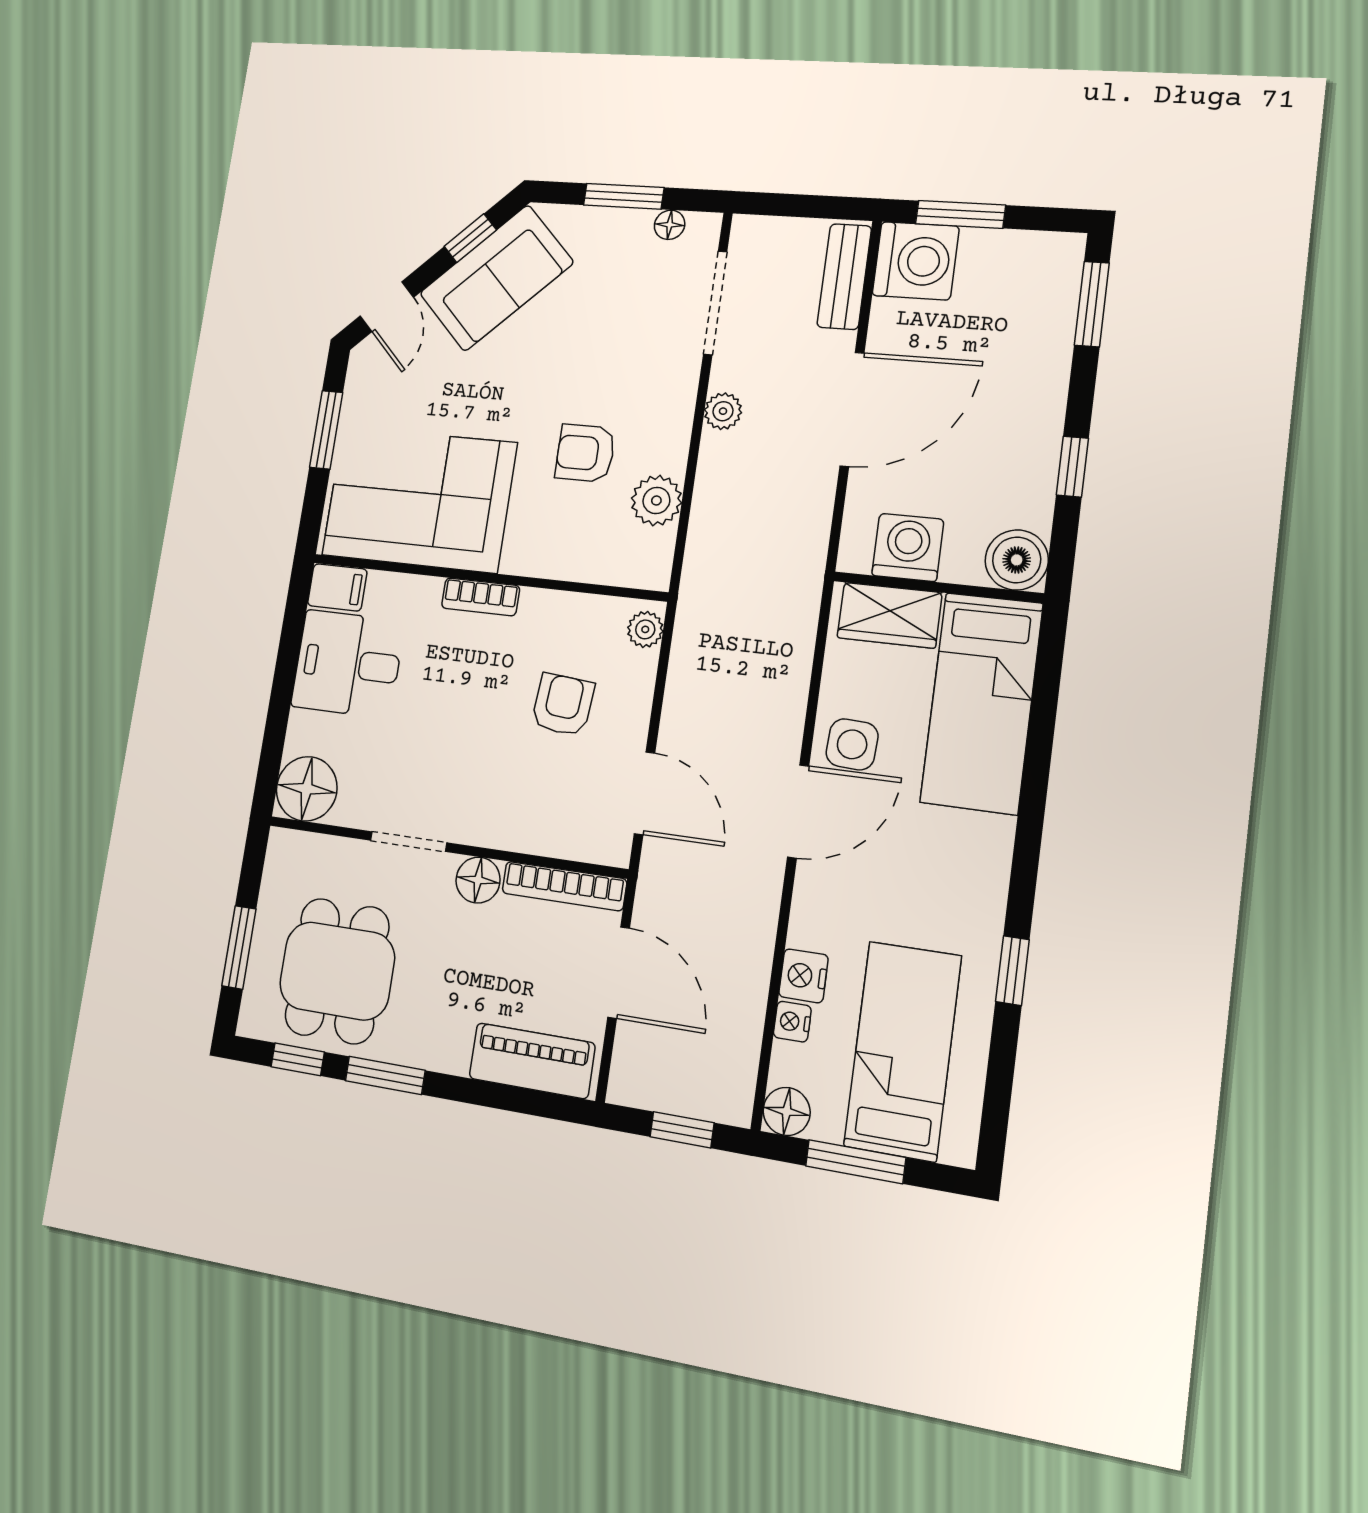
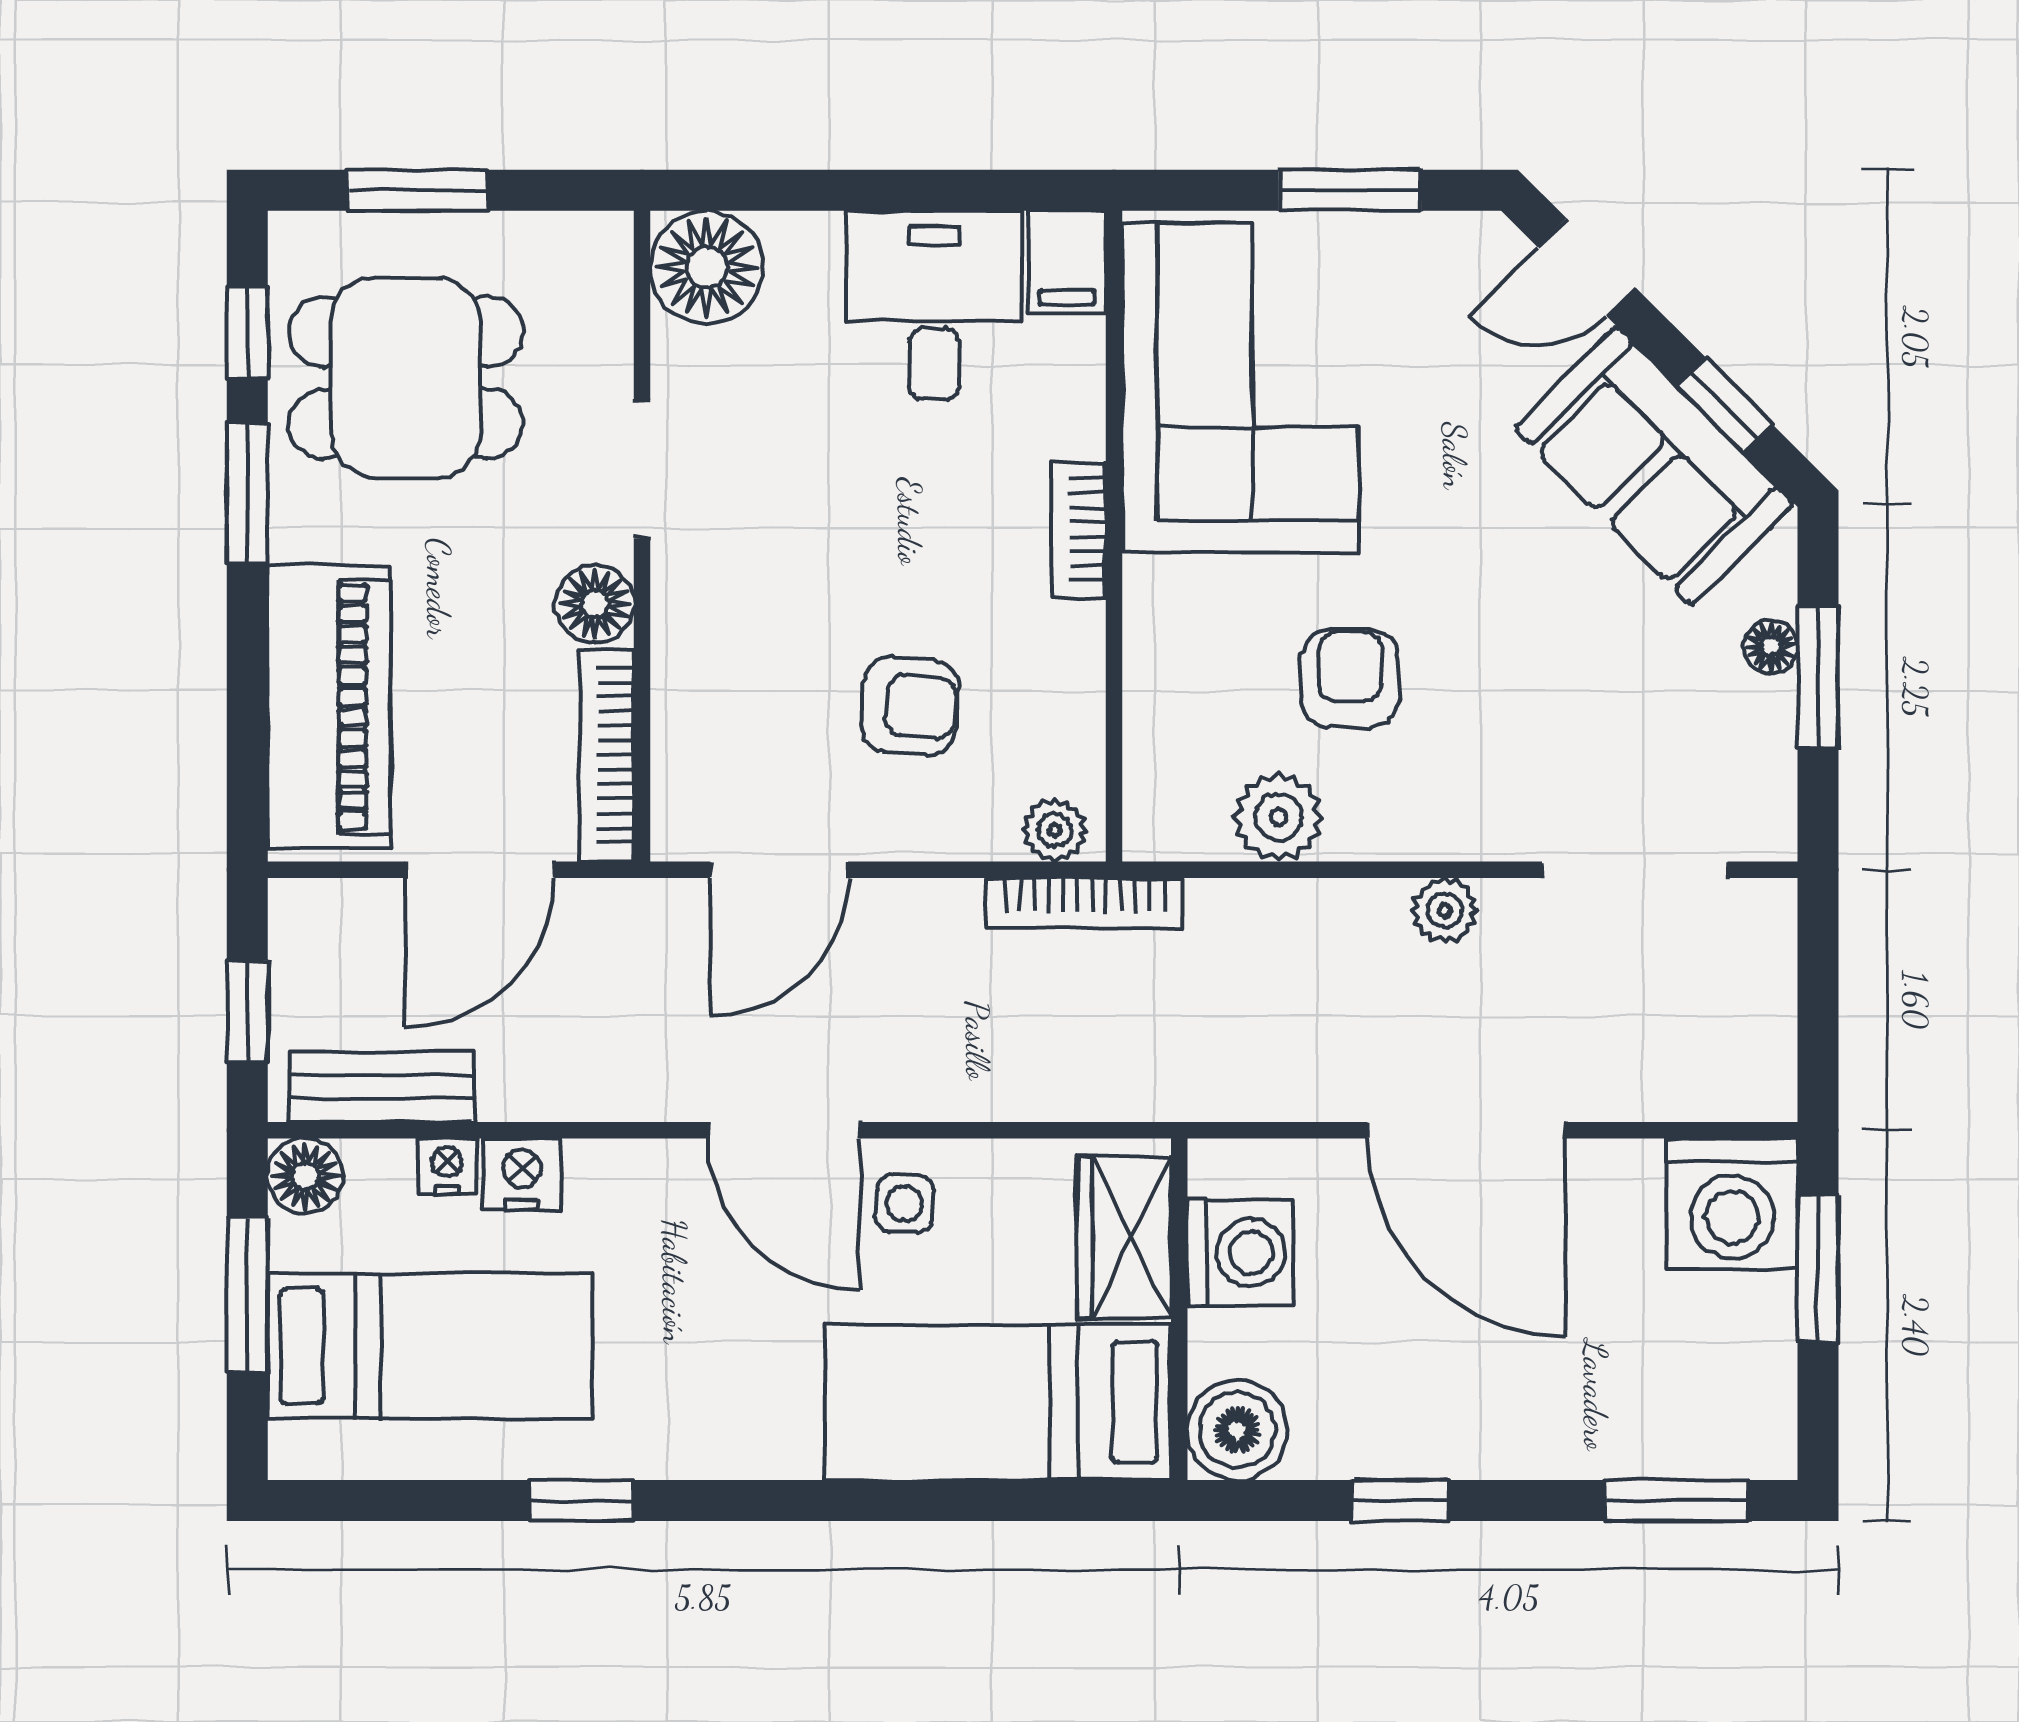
floor lamp: (670, 225) -> (1771, 646), moved
bench: (844, 277) -> (381, 1087), moved
bookcase: (689, 617) -> (1085, 903), added
side table: (852, 744) -> (905, 1204), width x0.73, depth x0.73
piano: (532, 1061) -> (329, 707), width x1.37, depth x1.33

